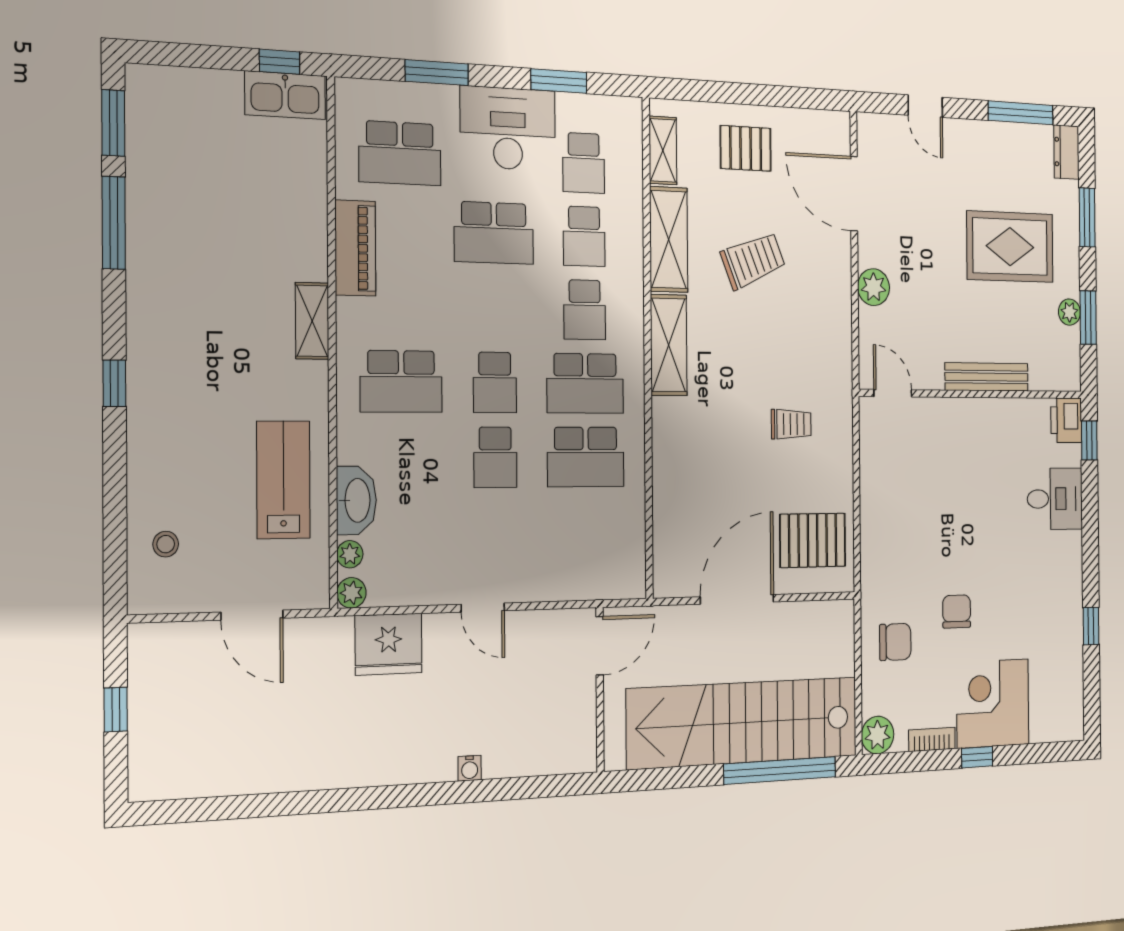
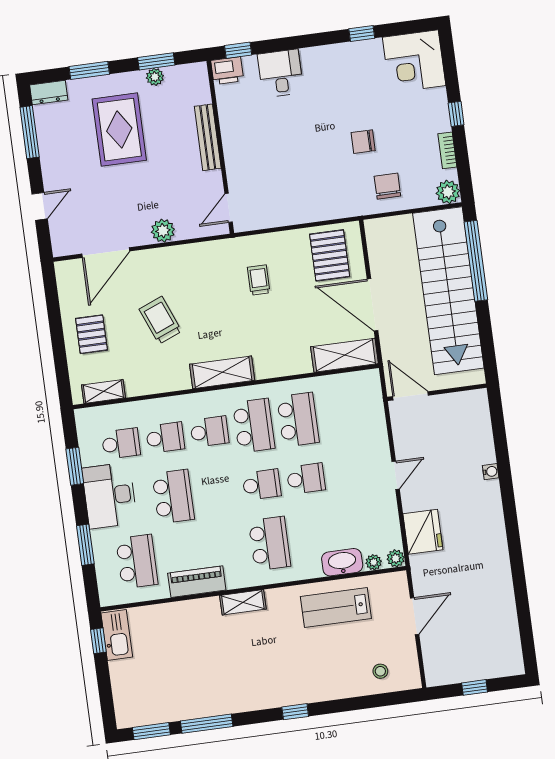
shelving: (669, 240) -> (344, 355), moved
corner desk: (993, 703) -> (414, 61), moved

